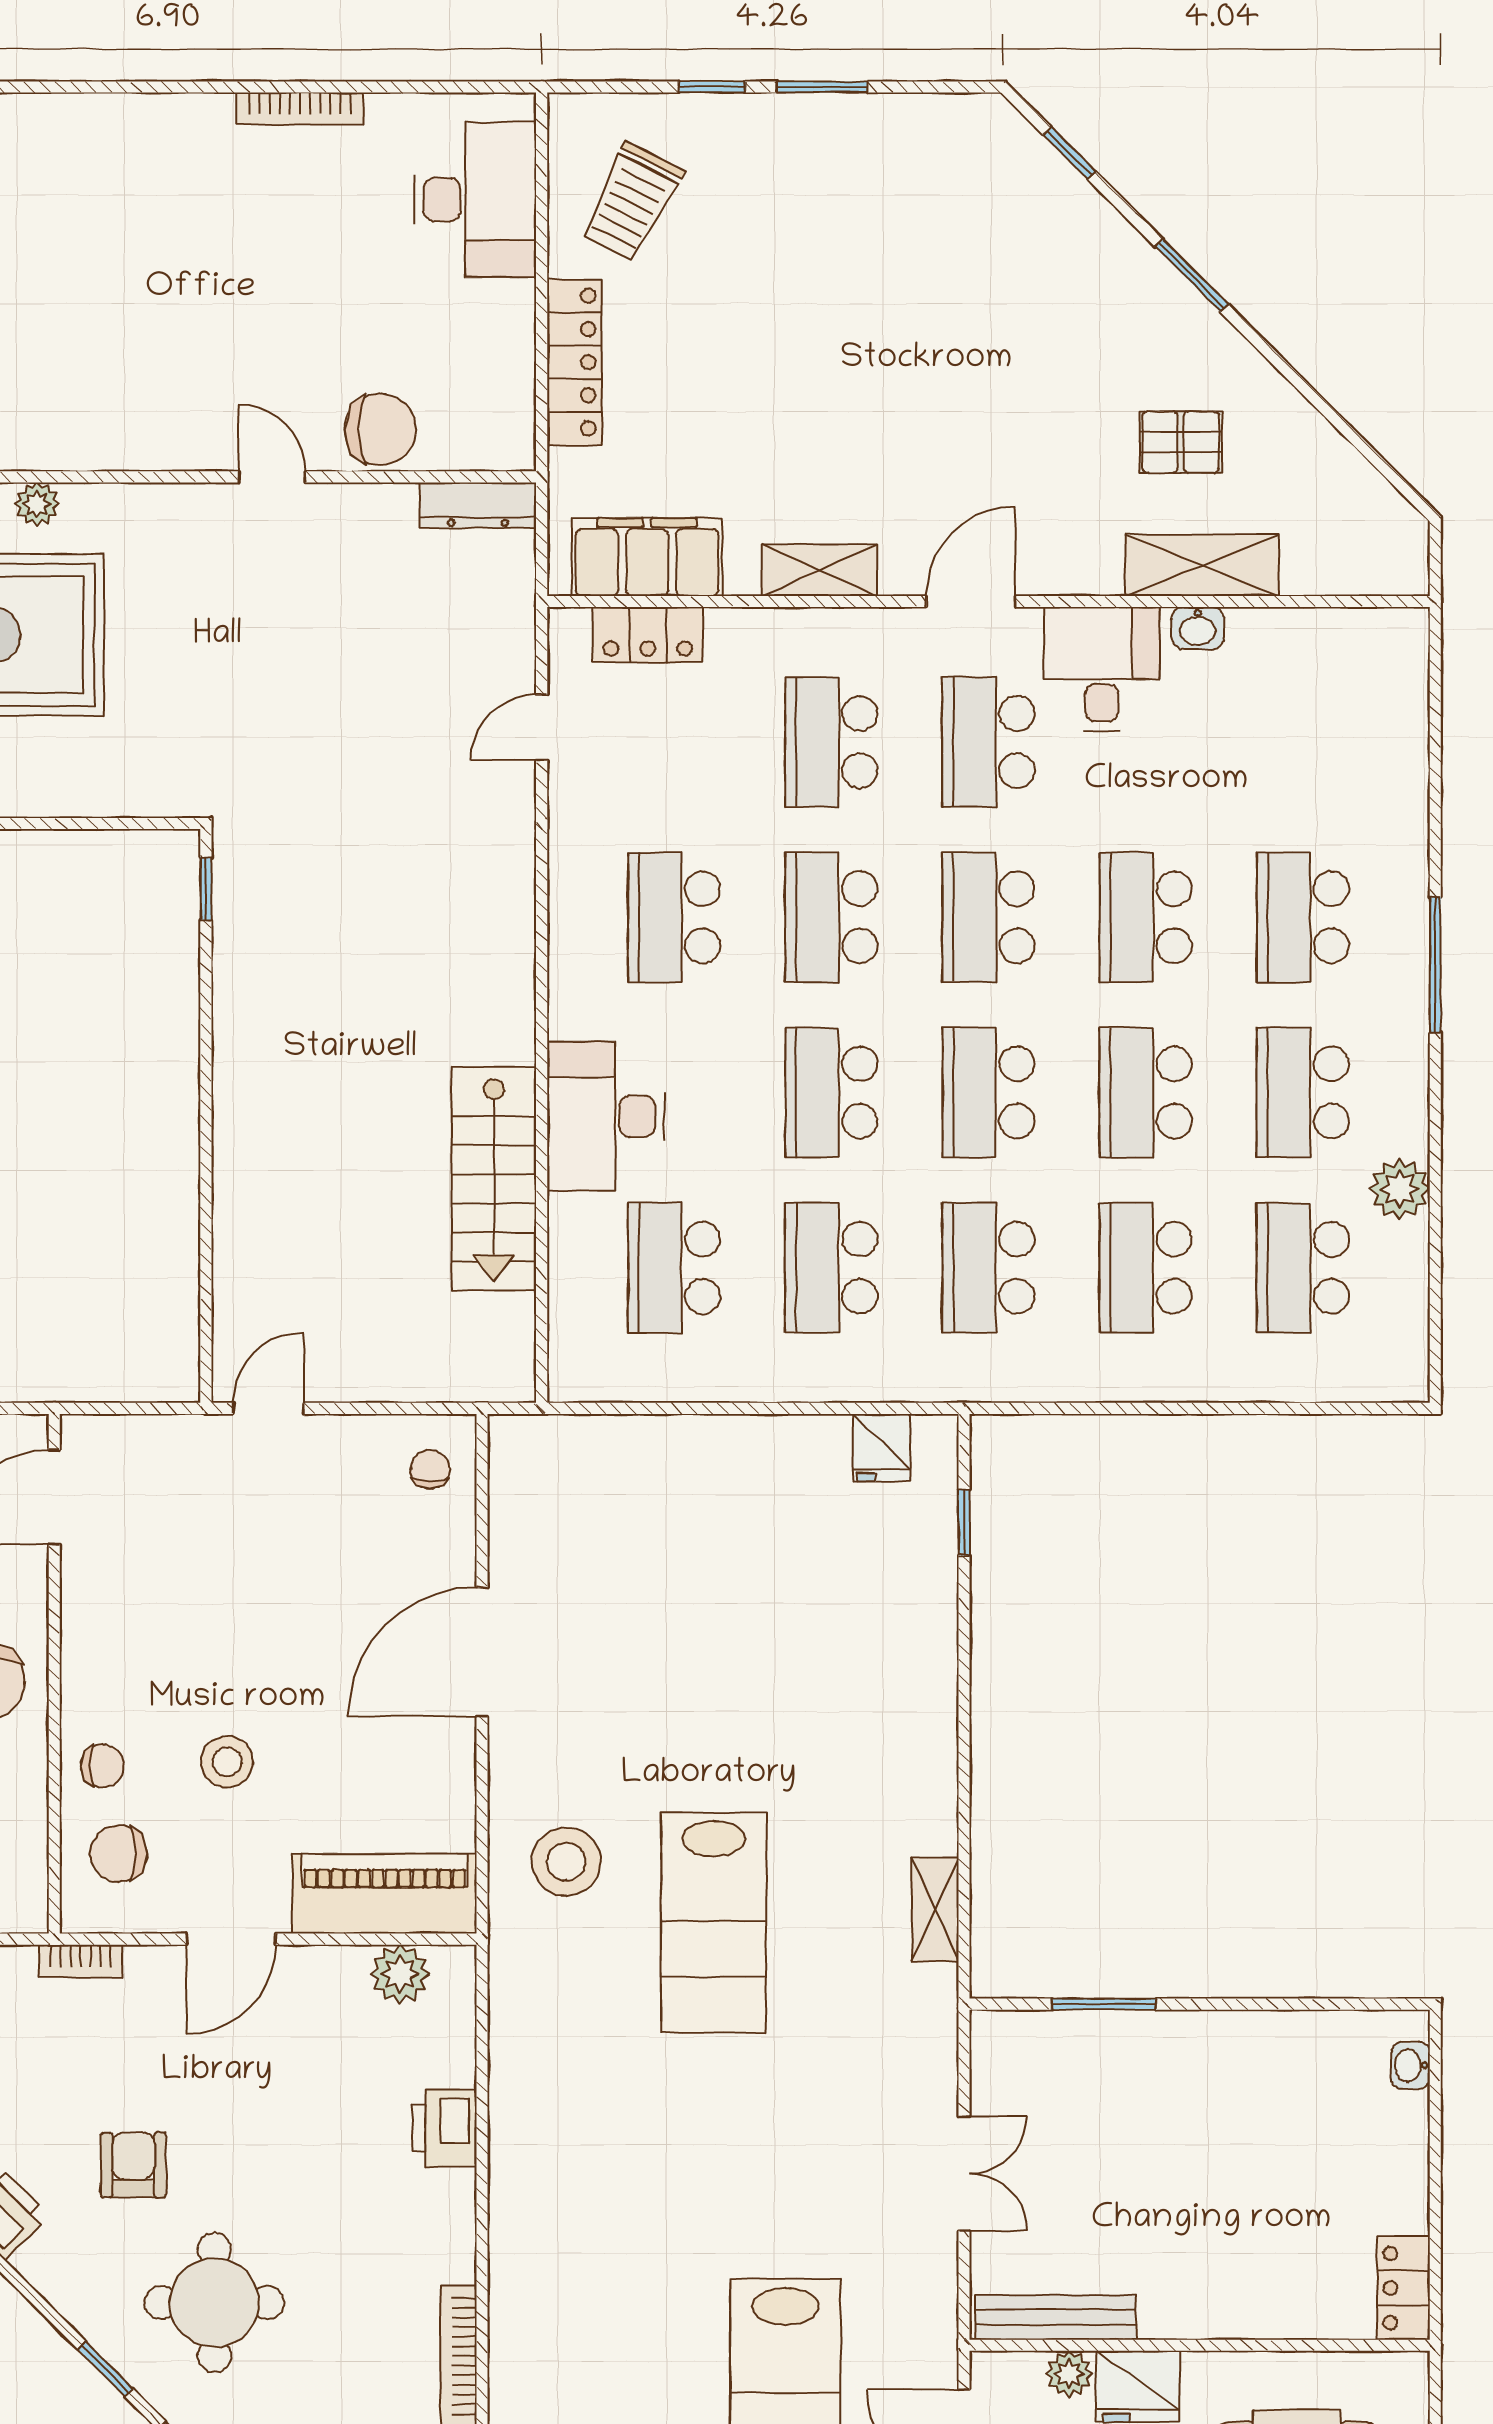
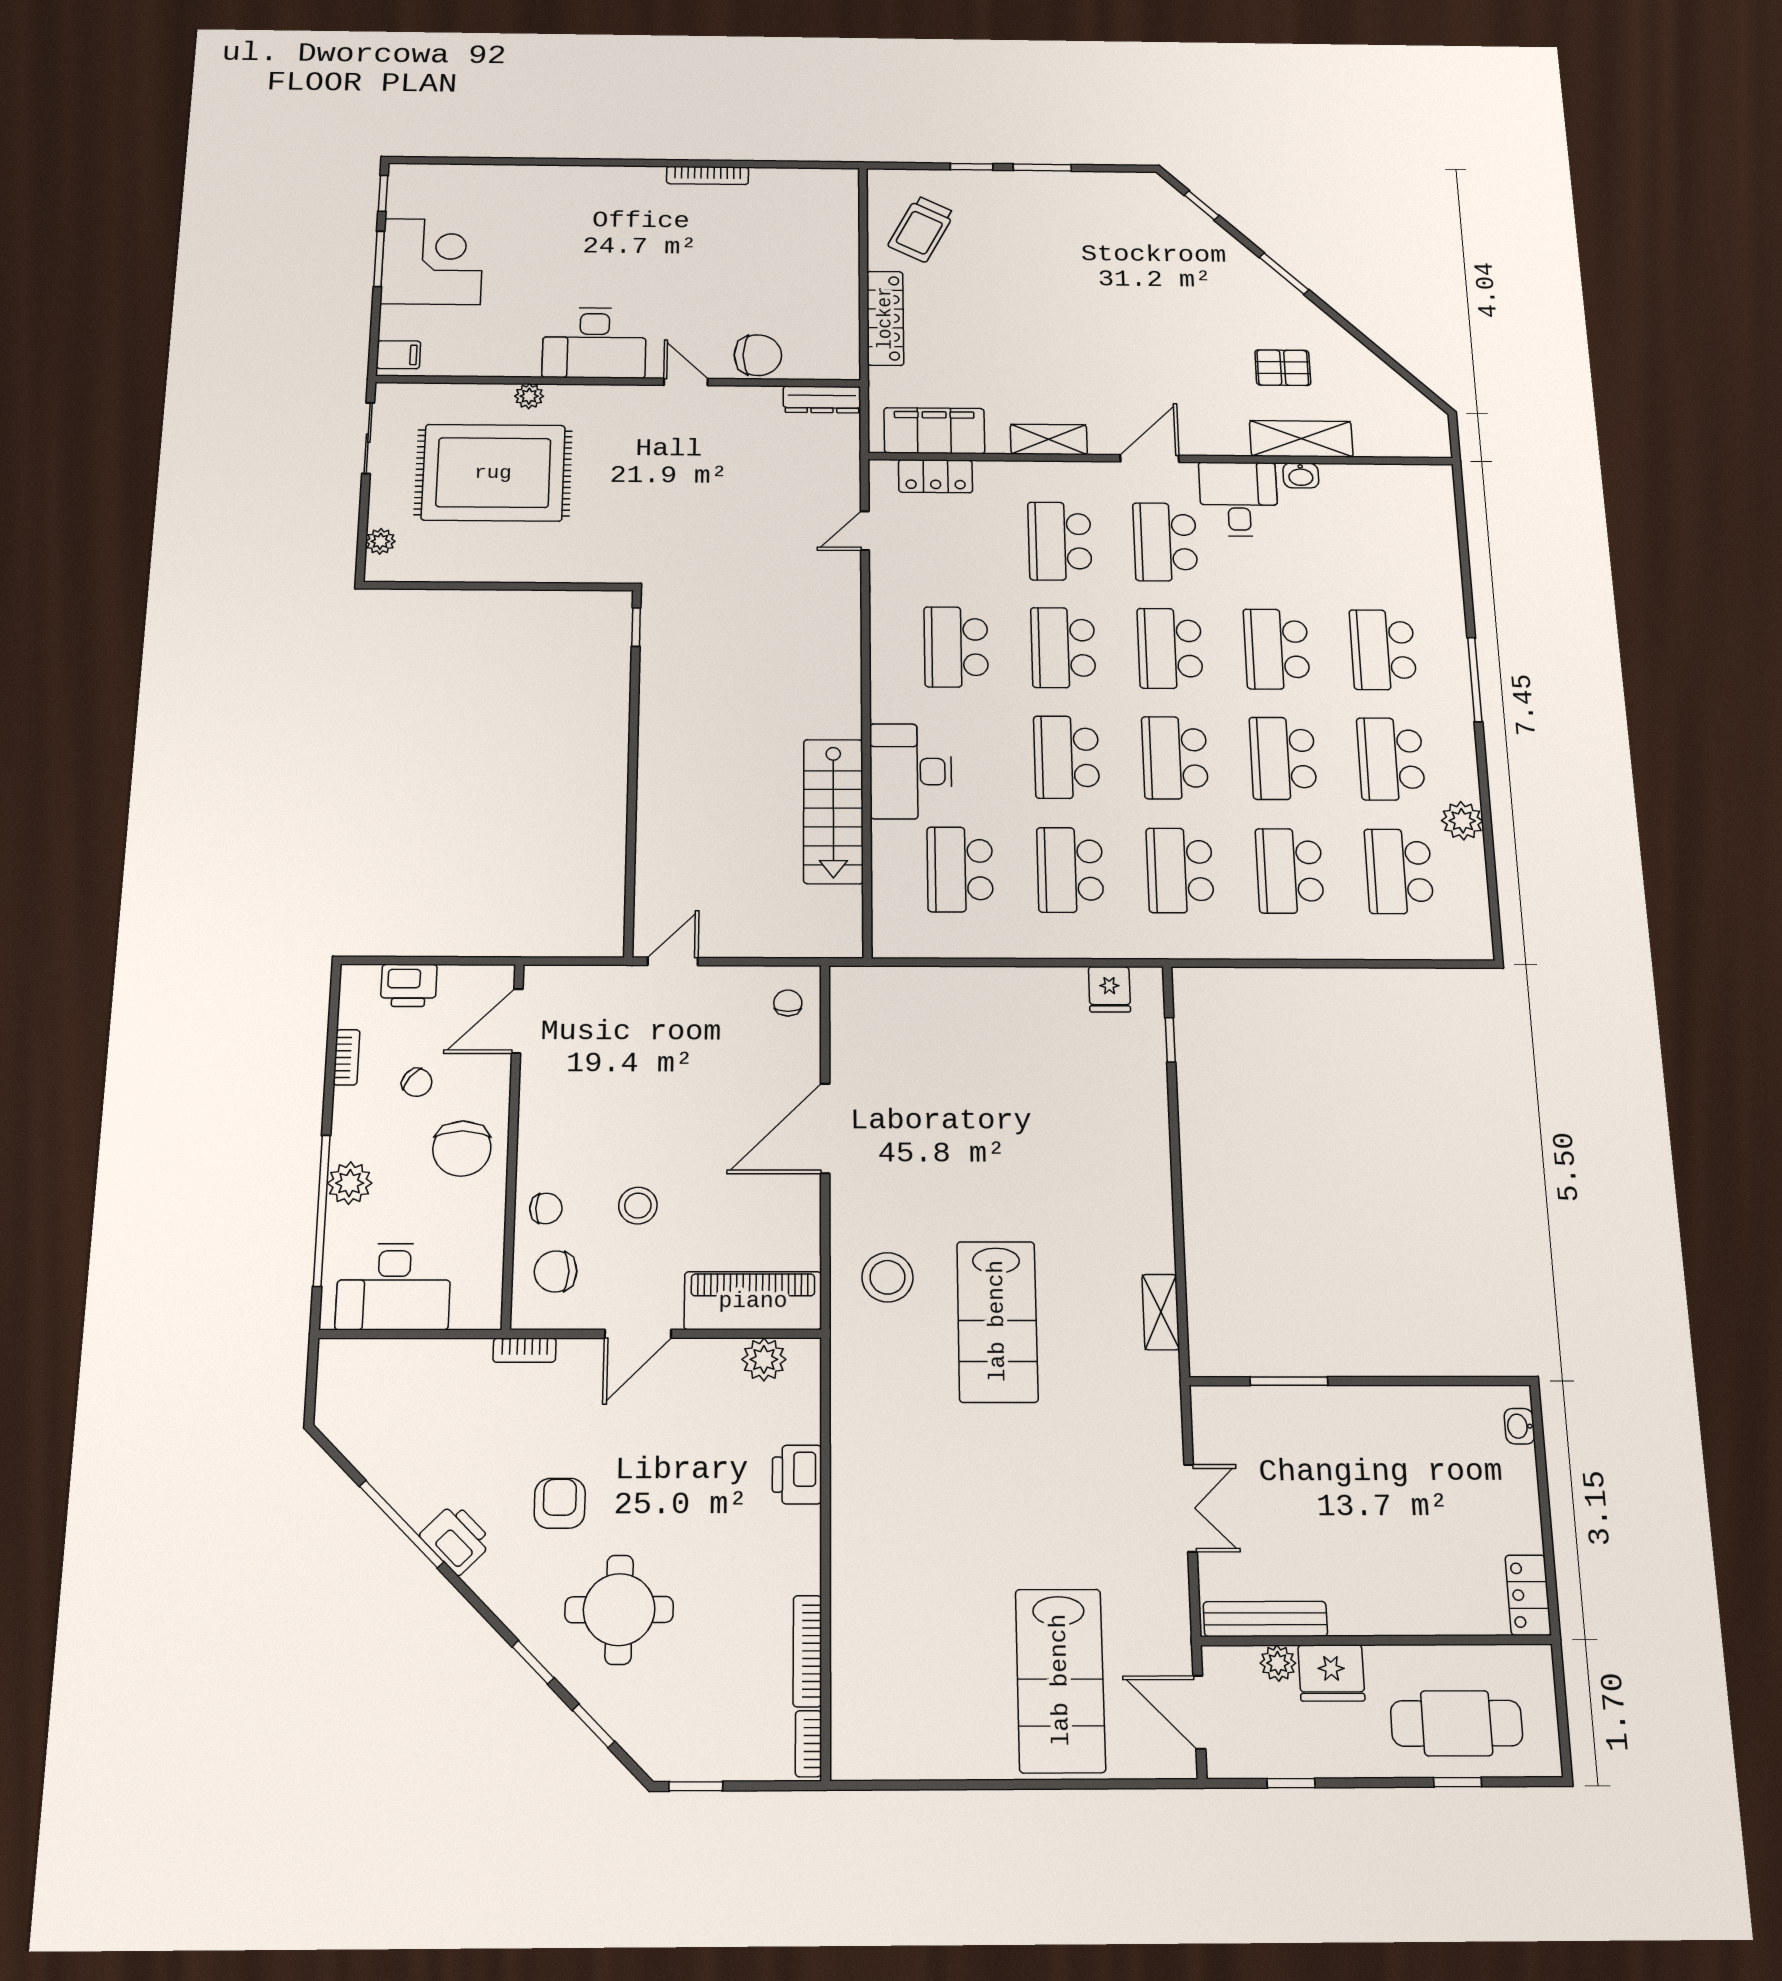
desk: (475, 199) -> (594, 343), moved, turned 90

